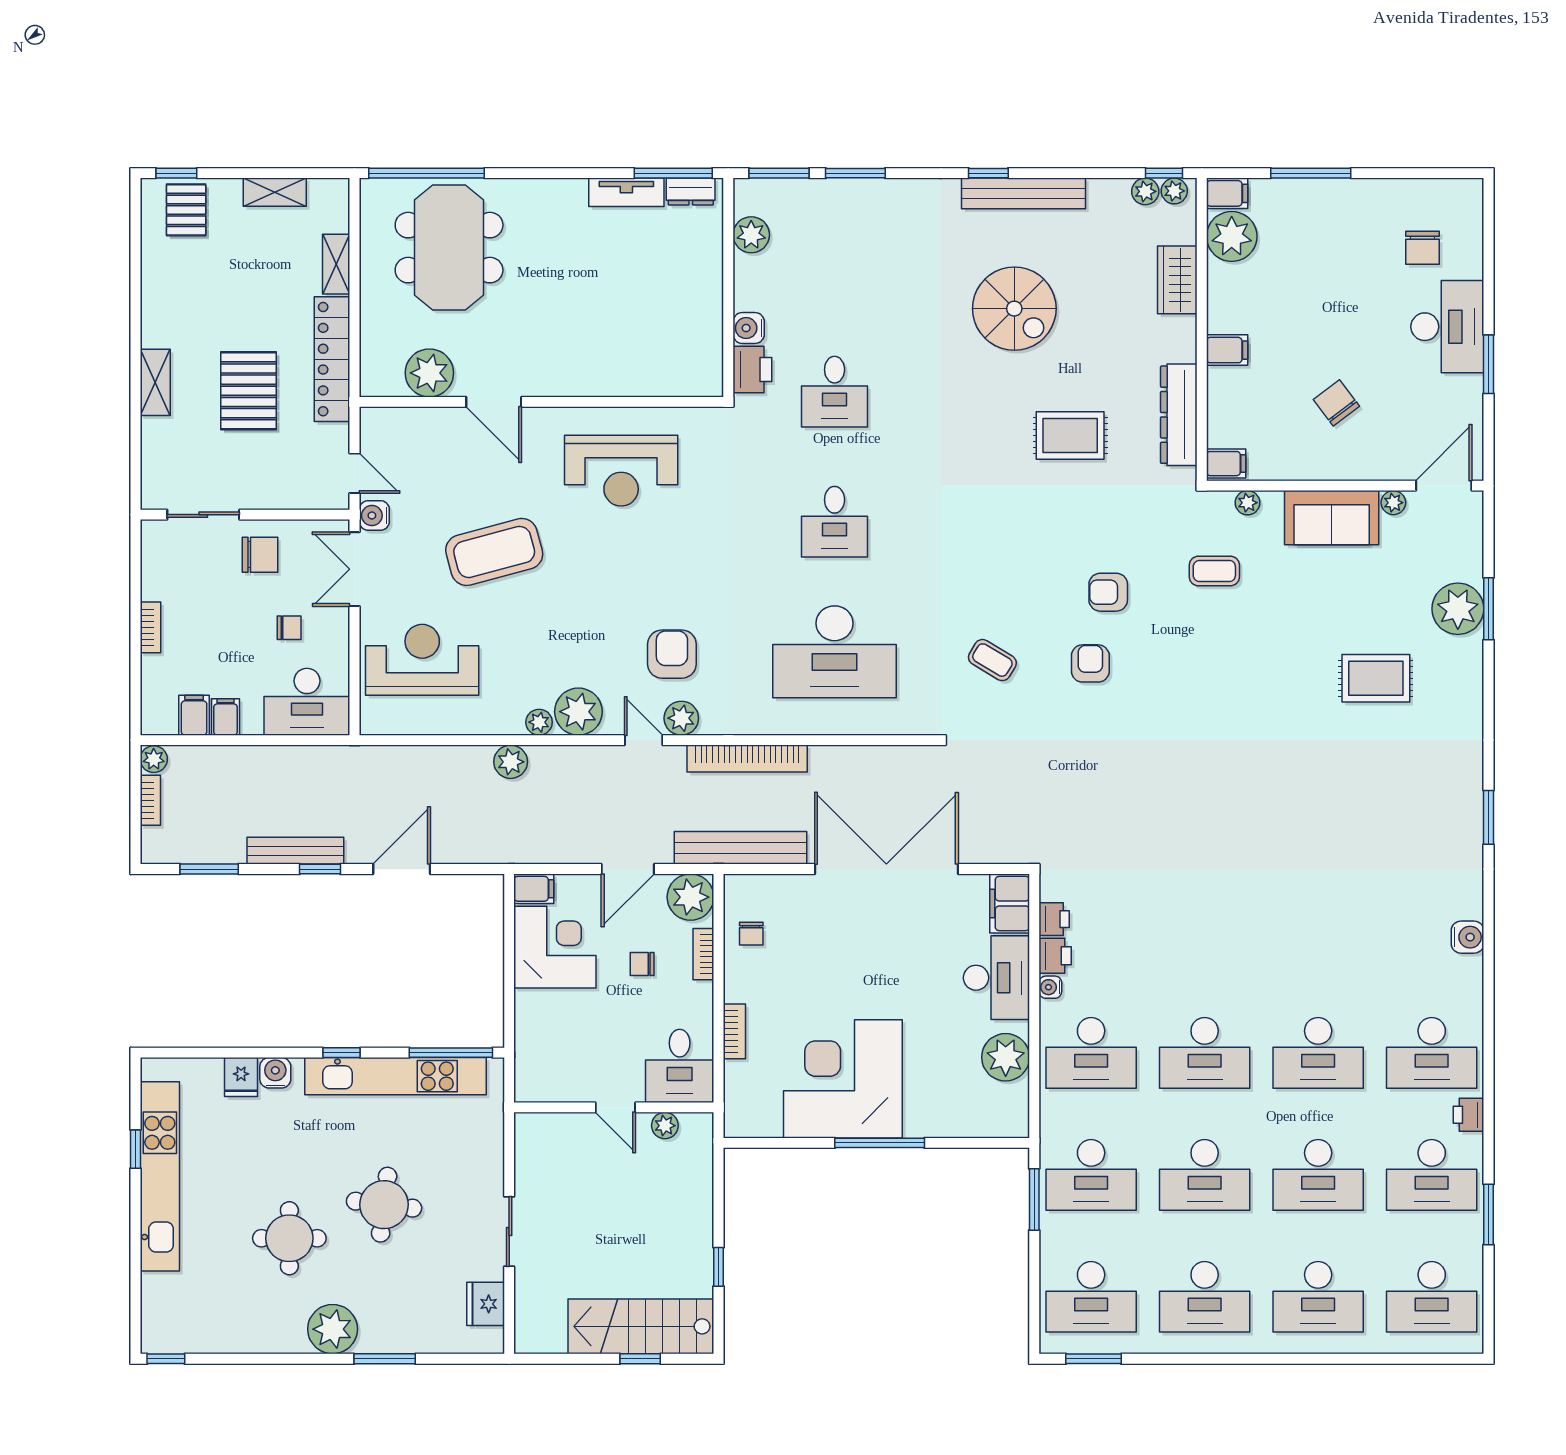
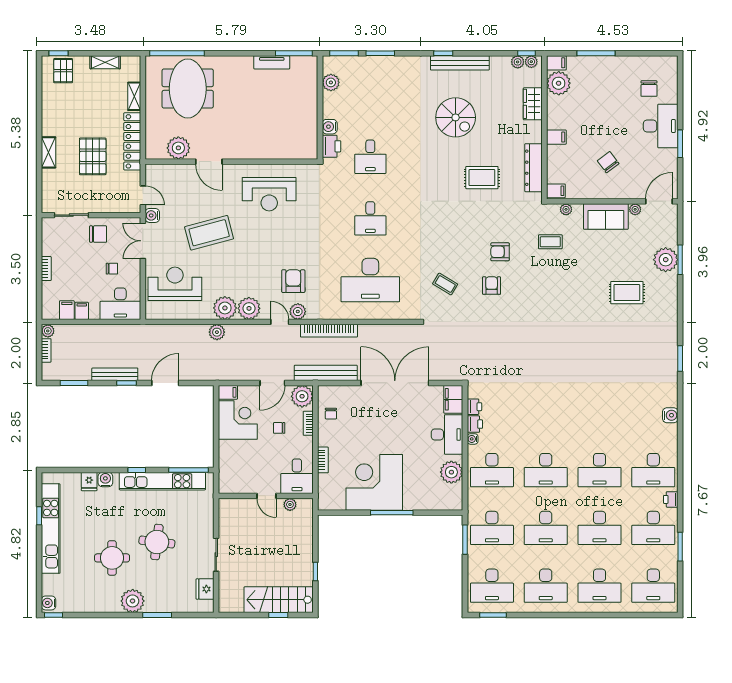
dresser: (691, 192) -> (302, 62), removed
plant: (539, 722) -> (225, 308), width x1.88, depth x1.88
water cooler: (155, 1333) -> (48, 603), added

